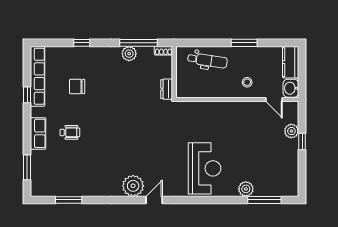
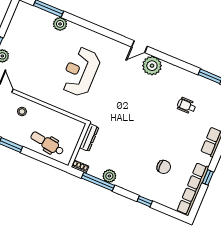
dresser: (167, 89) -> (89, 137), width x1.44
wheelchair: (70, 132) -> (186, 106), moved
reception desk: (205, 168) -> (80, 72), moved

